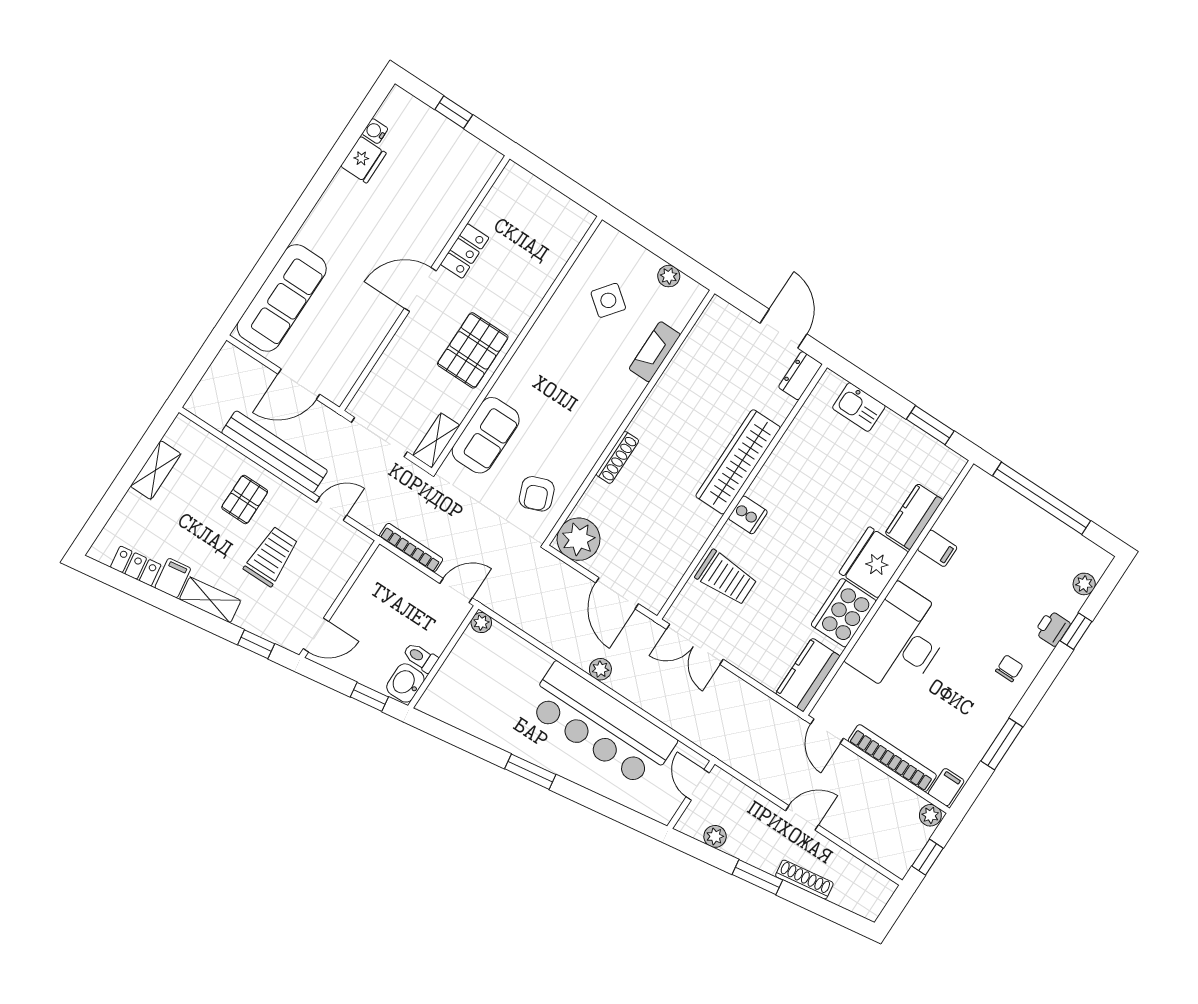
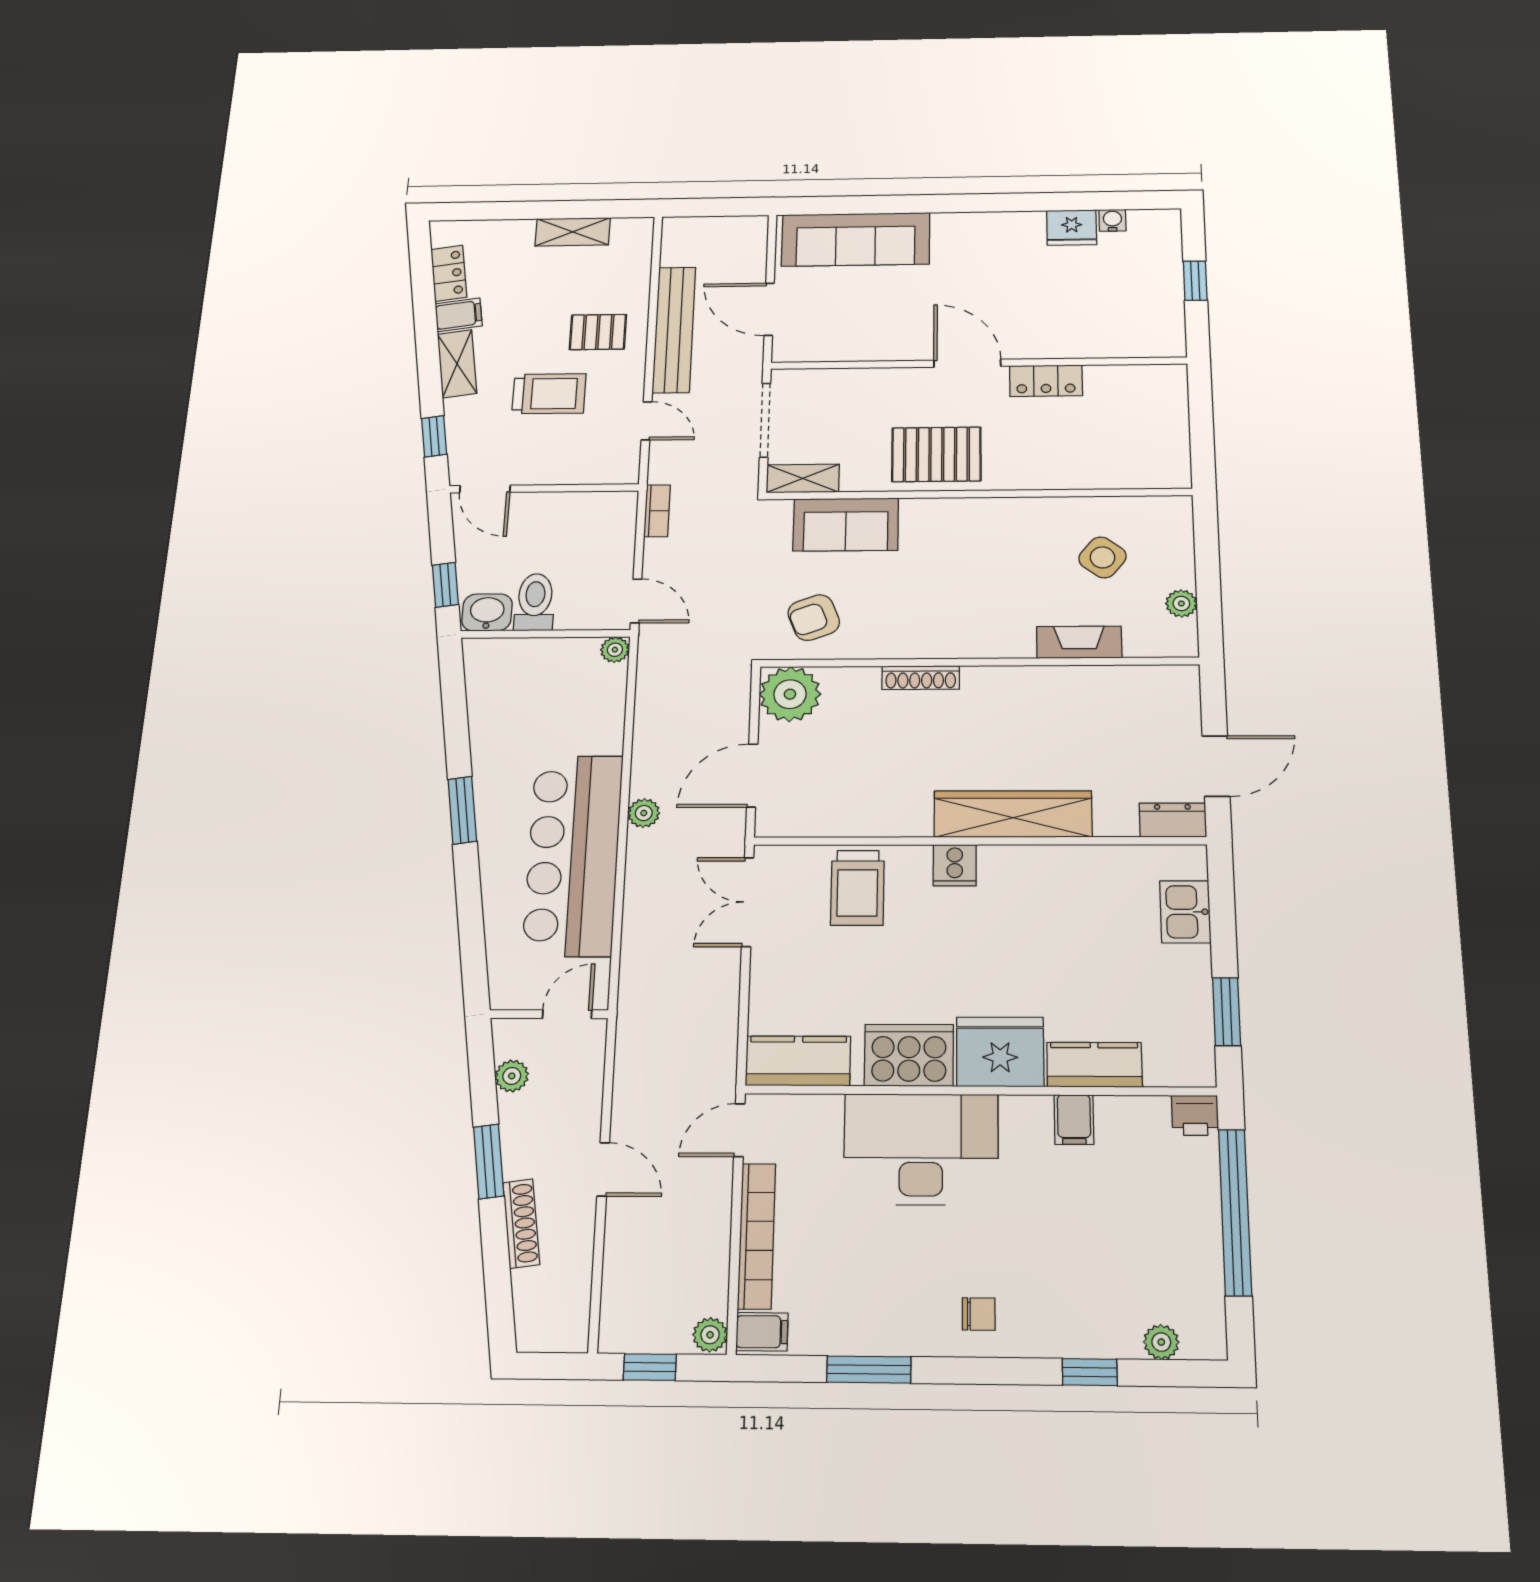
bookcase: (411, 548) -> (657, 511), width x0.64
printer: (1052, 628) -> (1195, 1115), moved, turned 180
toilet: (420, 657) -> (535, 602), width x1.37, depth x1.39

